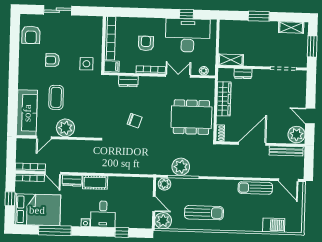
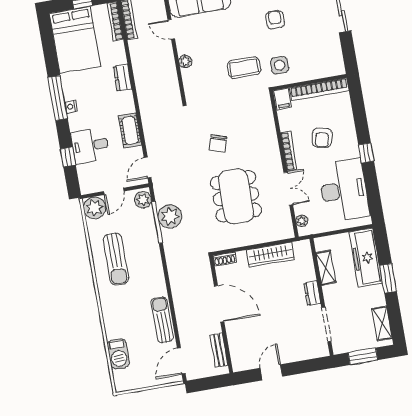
window: (186, 14) -> (366, 153), moved
freezer: (240, 29) -> (366, 258), added
armchair: (146, 43) -> (322, 138), turned 103
shelving: (231, 60) -> (326, 268), moved
dresser: (243, 74) -> (312, 293), moved
dresser: (128, 81) -> (268, 125), removed
coffee table: (56, 97) -> (244, 68), moved
dining table: (191, 117) -> (236, 196), moved
plant: (65, 128) -> (185, 61), width x0.53, depth x0.53
plant: (296, 135) -> (243, 359), removed
bench: (286, 151) -> (219, 350), width x0.73
door: (53, 173) -> (148, 168), moved
cot: (95, 182) -> (130, 130), moved
desk: (103, 214) -> (90, 145), moved
window: (55, 230) -> (58, 98), moved

